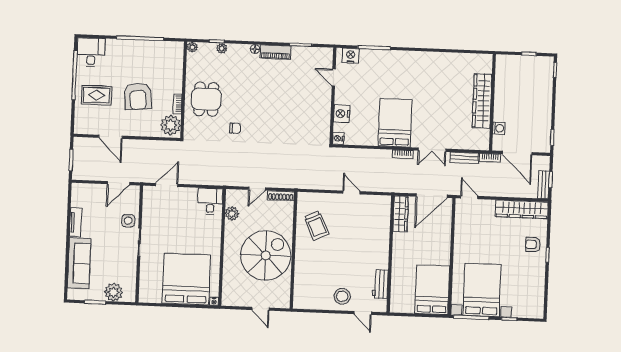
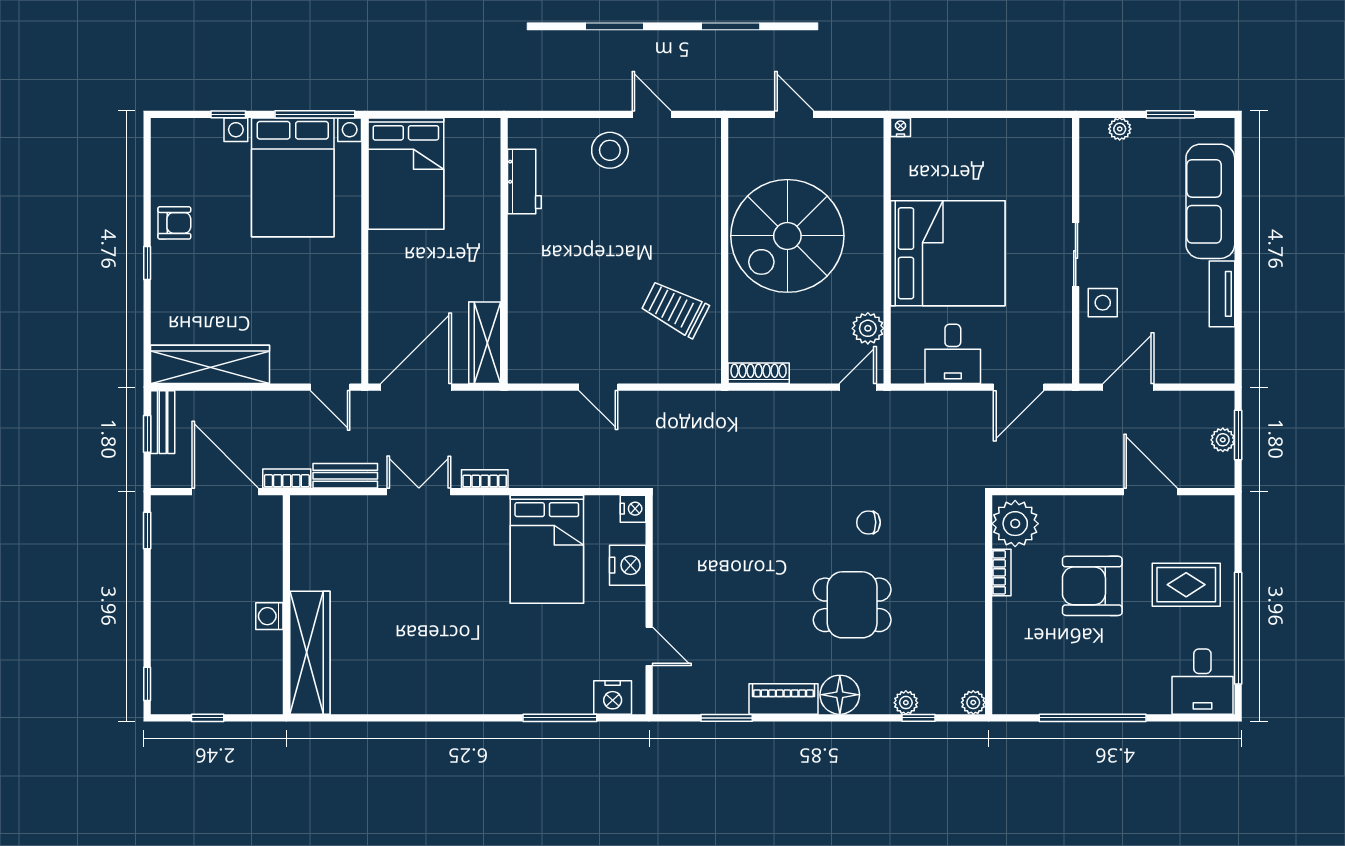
floor lamp: (255, 49) -> (840, 695), width x1.89, depth x1.89
armchair: (138, 96) -> (1092, 586), turned -85
dining table: (206, 99) -> (852, 605), moved, turned 90
wardrobe: (482, 101) -> (310, 653), moved
bed: (395, 123) -> (547, 549), moved
washing machine: (499, 128) -> (269, 616), moved
plant: (78, 158) -> (1223, 440), added
door: (257, 189) -> (858, 387), moved
desk: (210, 201) -> (953, 354), moved
trolley: (316, 225) -> (675, 309), turned -38
armchair: (533, 244) -> (174, 223), moved
bed: (186, 279) -> (948, 253), moved, turned -90
plant: (114, 292) -> (1120, 129), width x0.53, depth x0.53
door: (363, 313) -> (652, 114), moved

